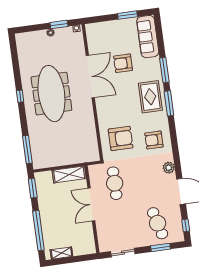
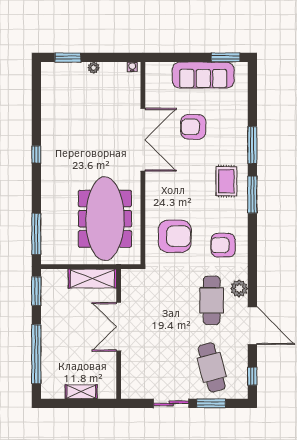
window: (128, 15) -> (226, 57), moved
window: (59, 24) -> (68, 57), moved
sofa: (148, 37) -> (203, 75), moved, turned -90
meeting table: (51, 94) -> (105, 219), moved
rug: (150, 97) -> (226, 181), width x0.73, depth x0.70
cafe table: (115, 183) -> (212, 300), moved
shelving: (61, 253) -> (81, 392), moved
sliding door: (123, 253) -> (171, 403), moved

